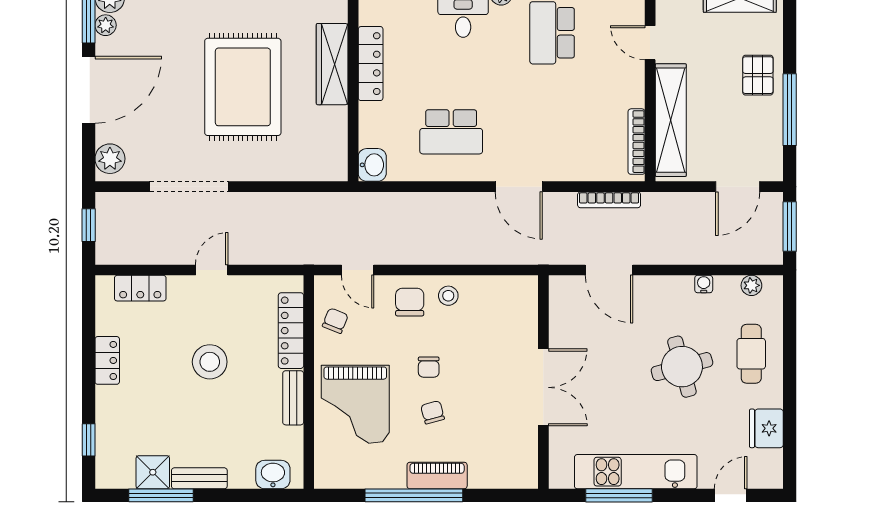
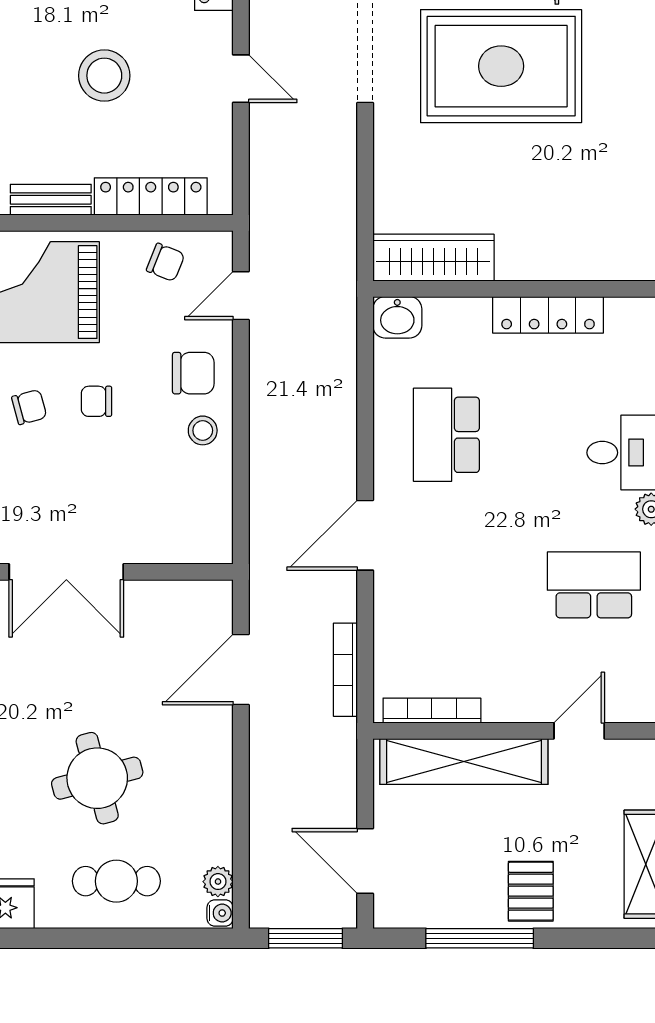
wardrobe: (332, 64) -> (433, 258), moved
pallet: (758, 75) -> (531, 891), turned 90
rug: (243, 87) -> (501, 66), moved
water cooler: (704, 284) -> (220, 913), moved

